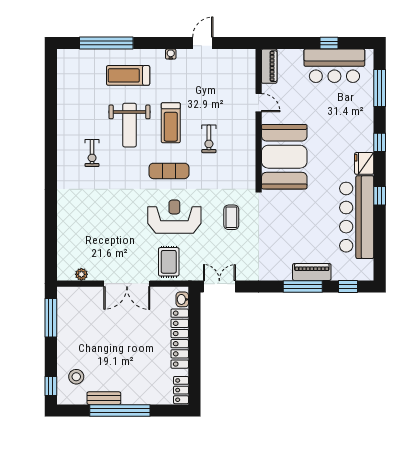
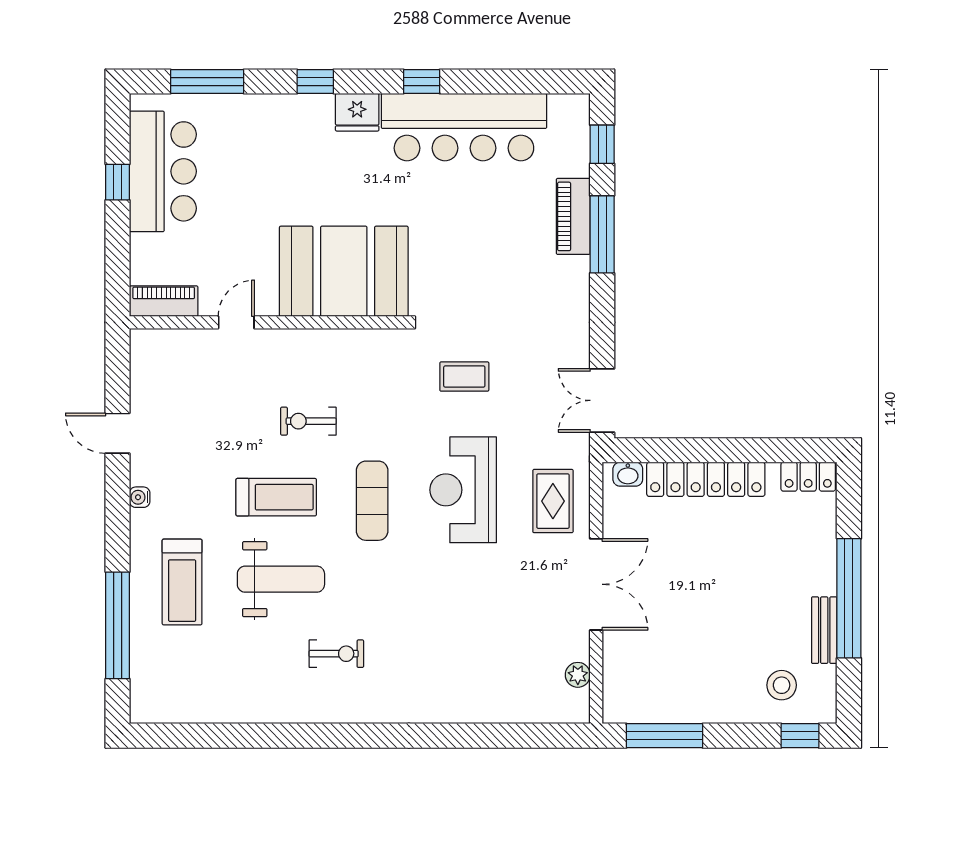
exercise bike: (209, 139) -> (308, 421), turned 180
rug: (169, 262) -> (553, 501), turned 90

